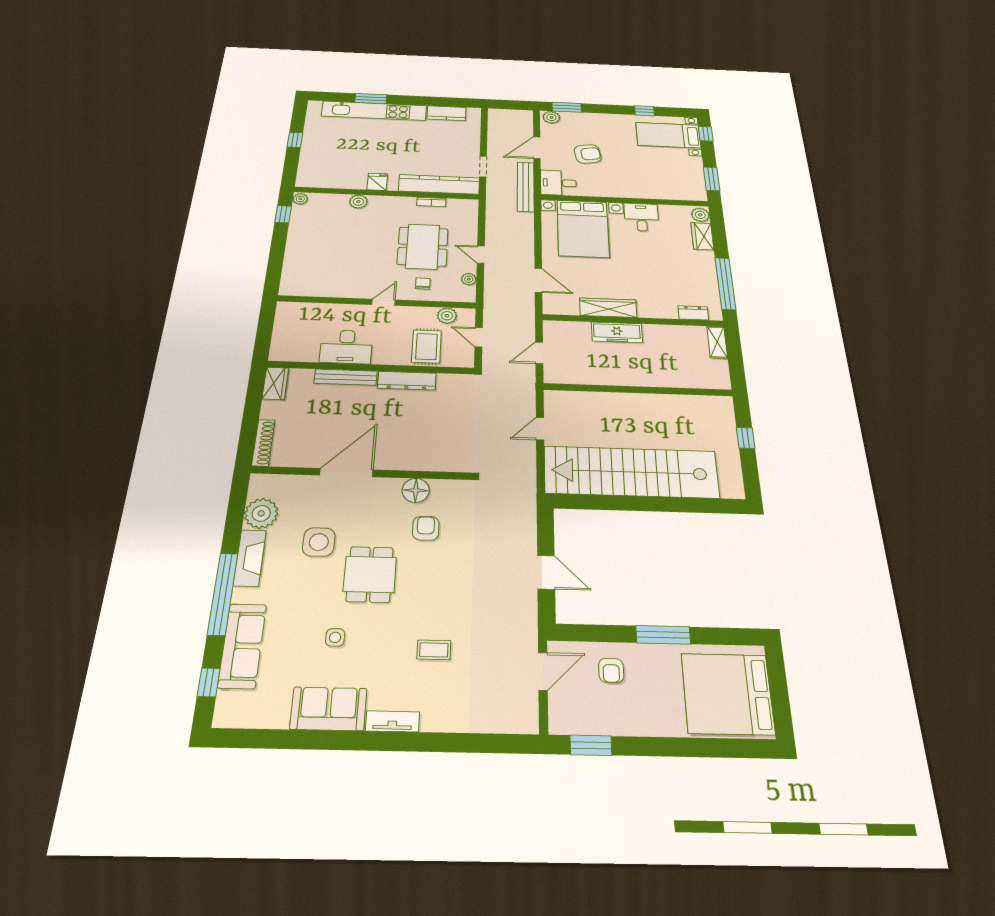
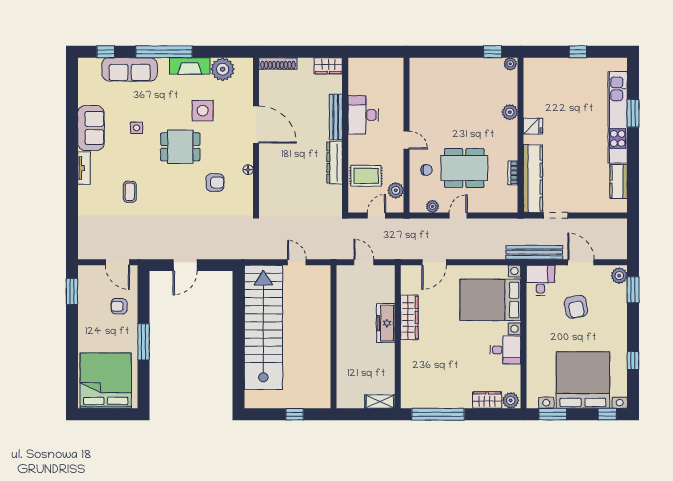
bed with nightstands: (668, 135) -> (583, 380), width x1.85
dresser: (693, 313) -> (407, 385), removed
floor lamp: (416, 490) -> (248, 170), width x0.53, depth x0.53

